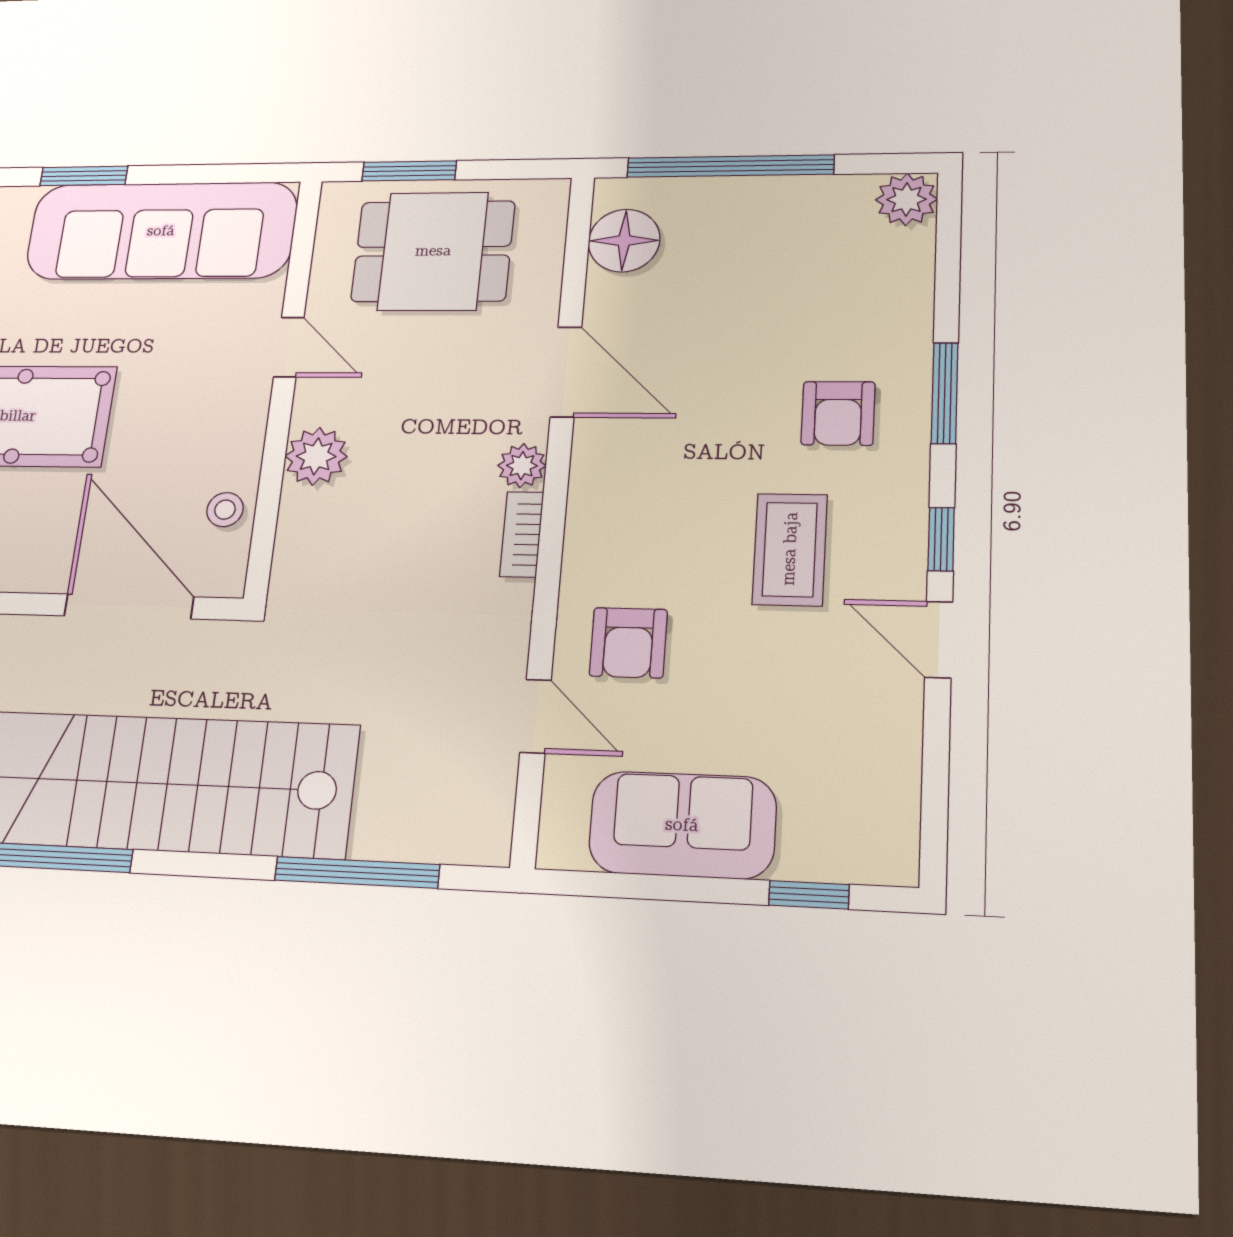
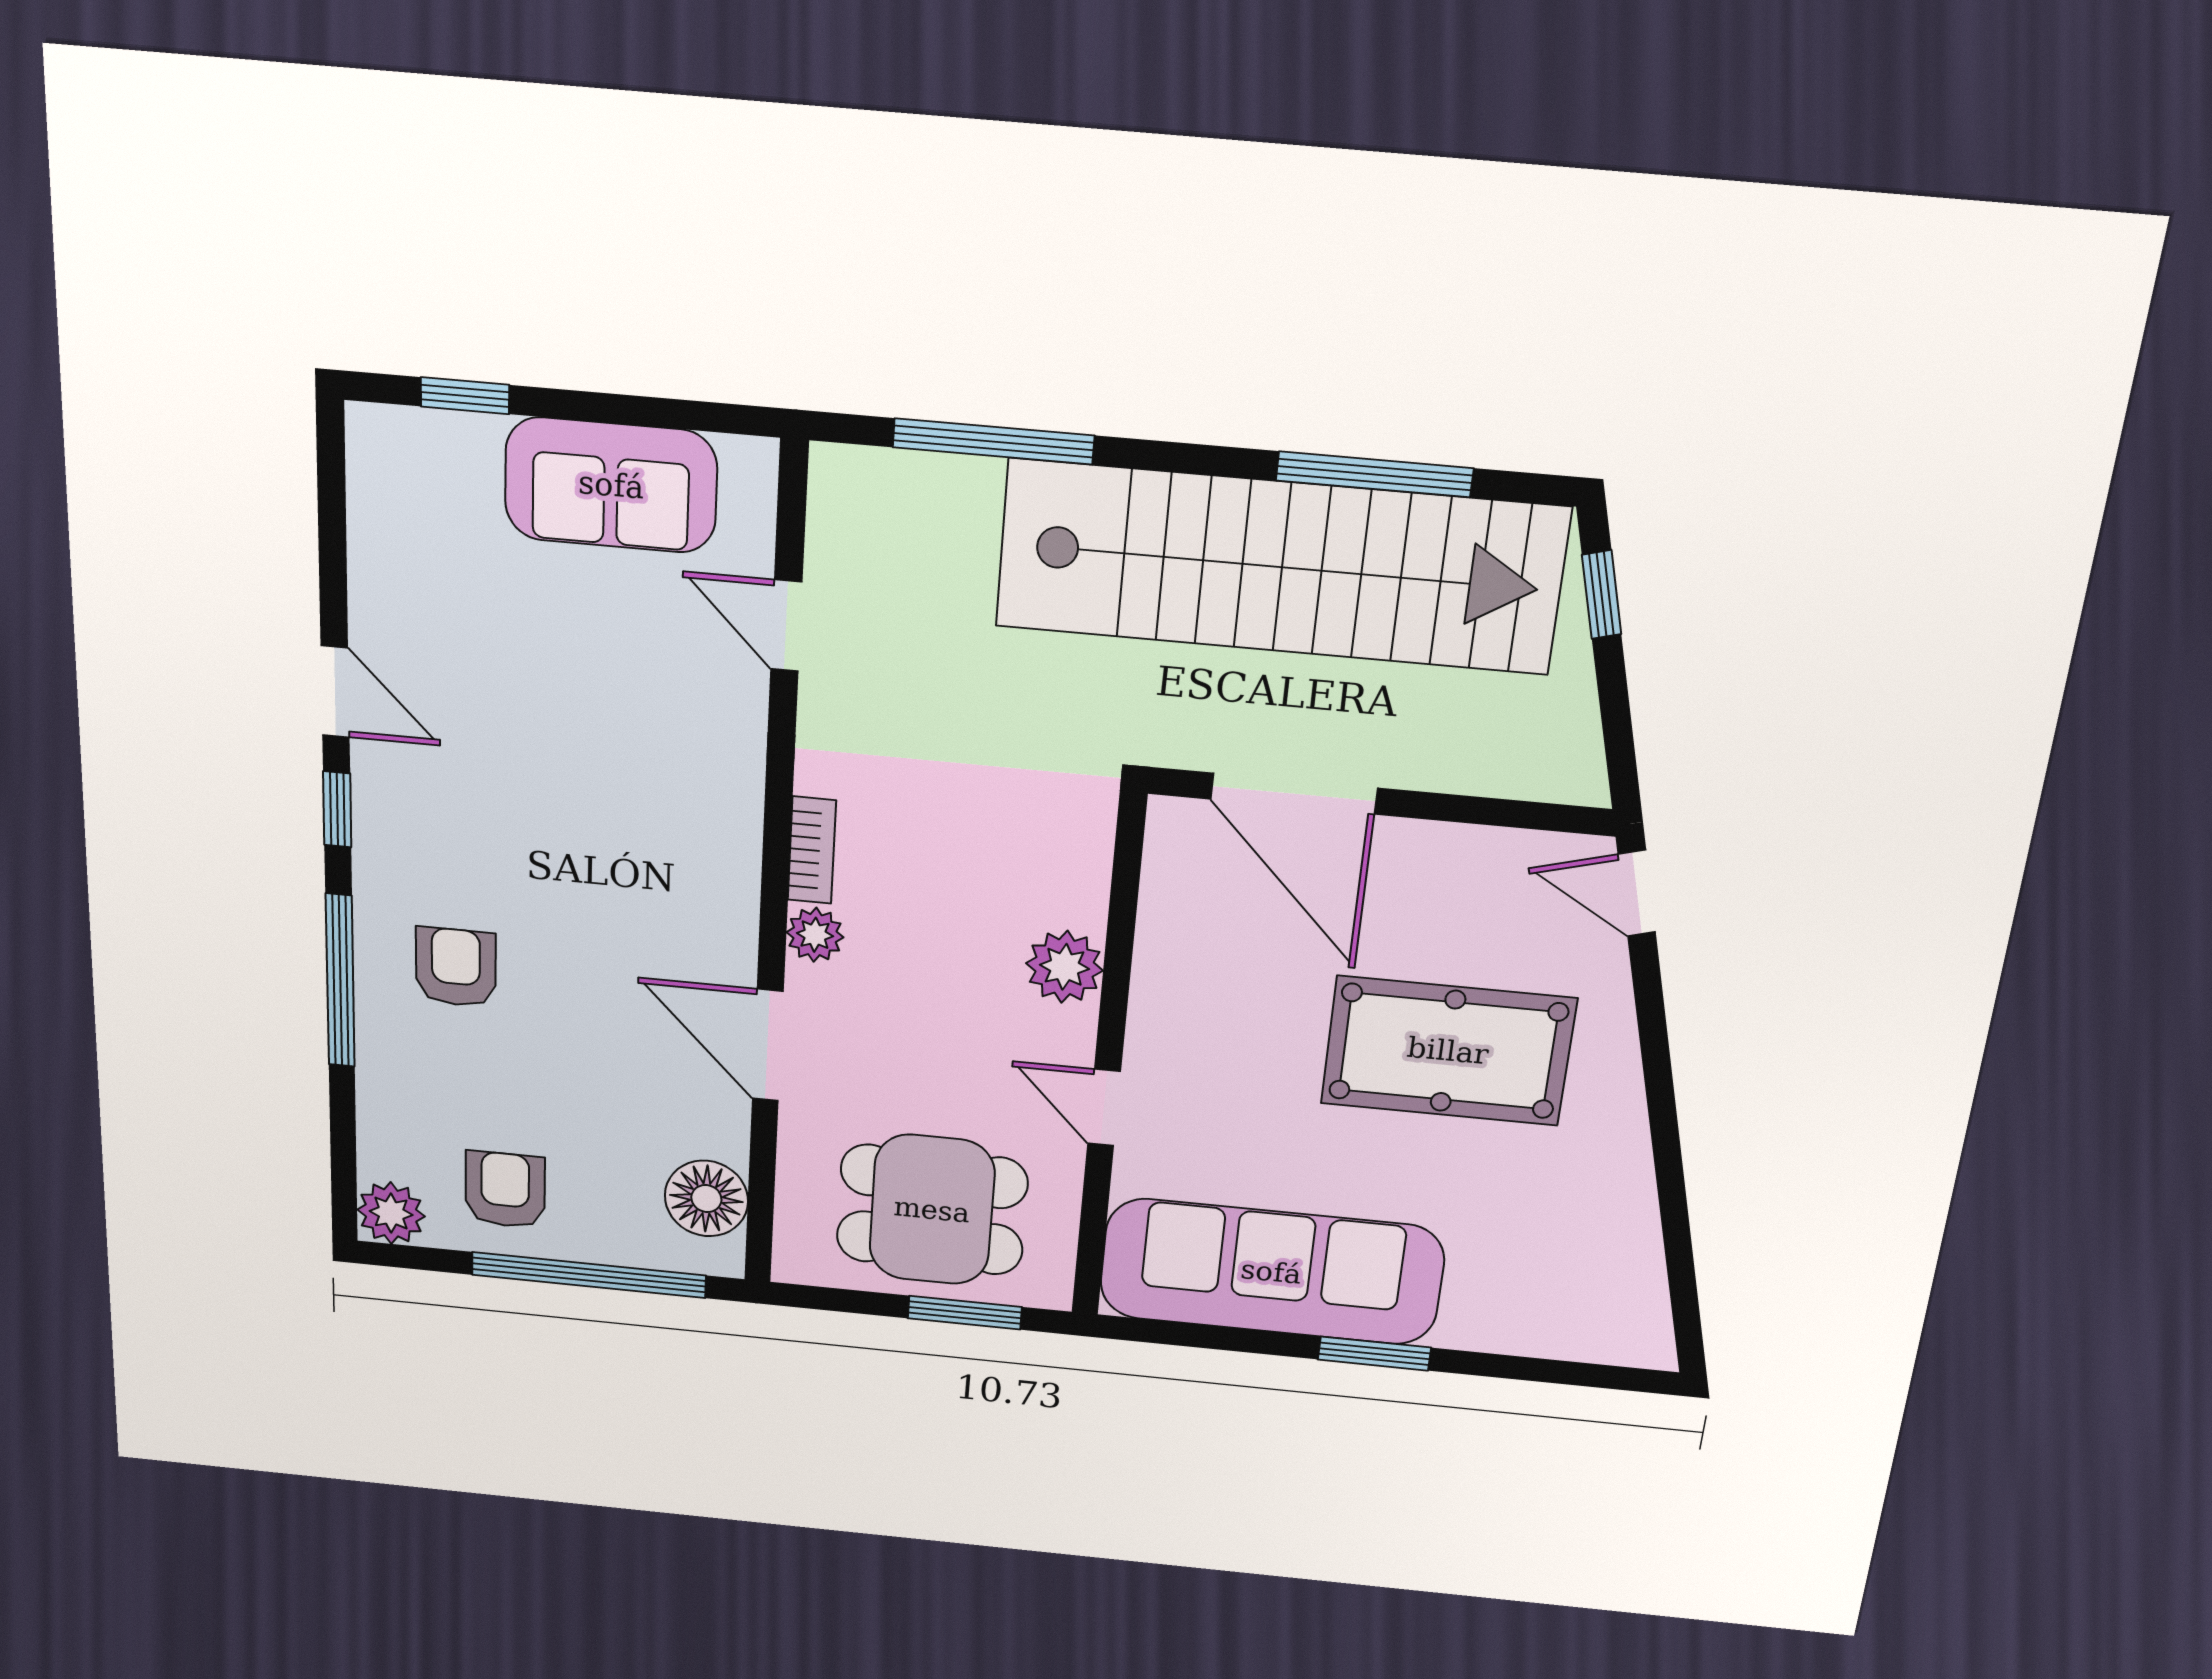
window: (945, 393) -> (340, 981), width x1.44
stool: (225, 510) -> (1176, 909), removed
coffee table: (790, 549) -> (503, 809), removed
armchair: (628, 643) -> (505, 1190), moved

